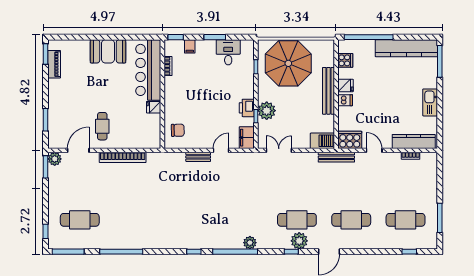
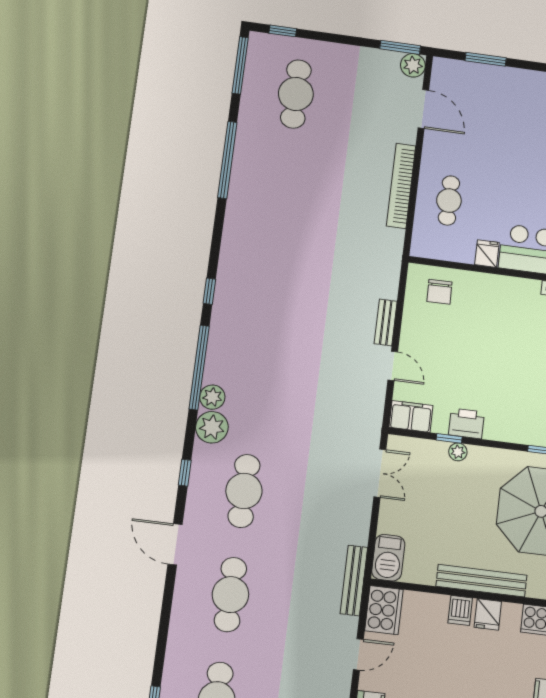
plant: (267, 111) -> (458, 452), width x0.53, depth x0.53
cafe table: (102, 126) -> (449, 201), moved, turned 90
plant: (299, 241) -> (212, 427), moved

